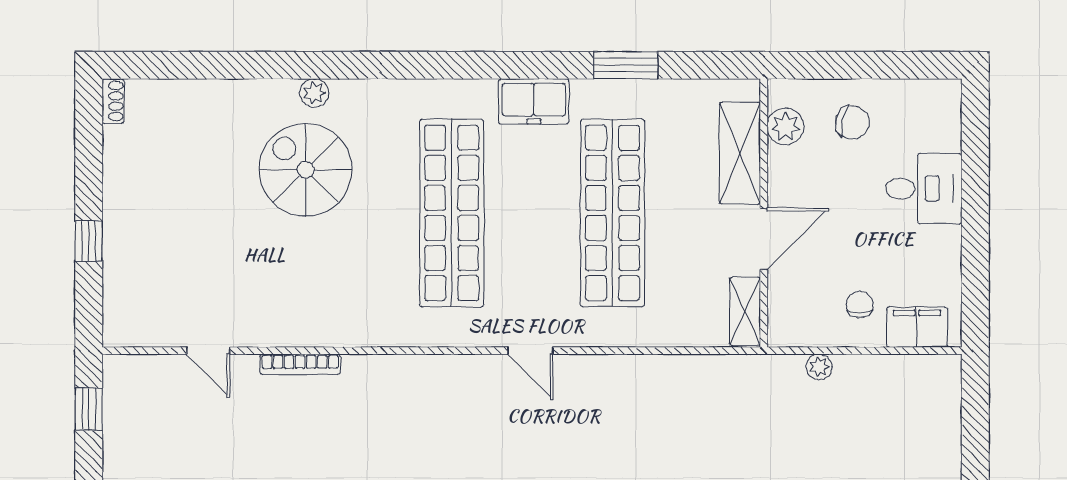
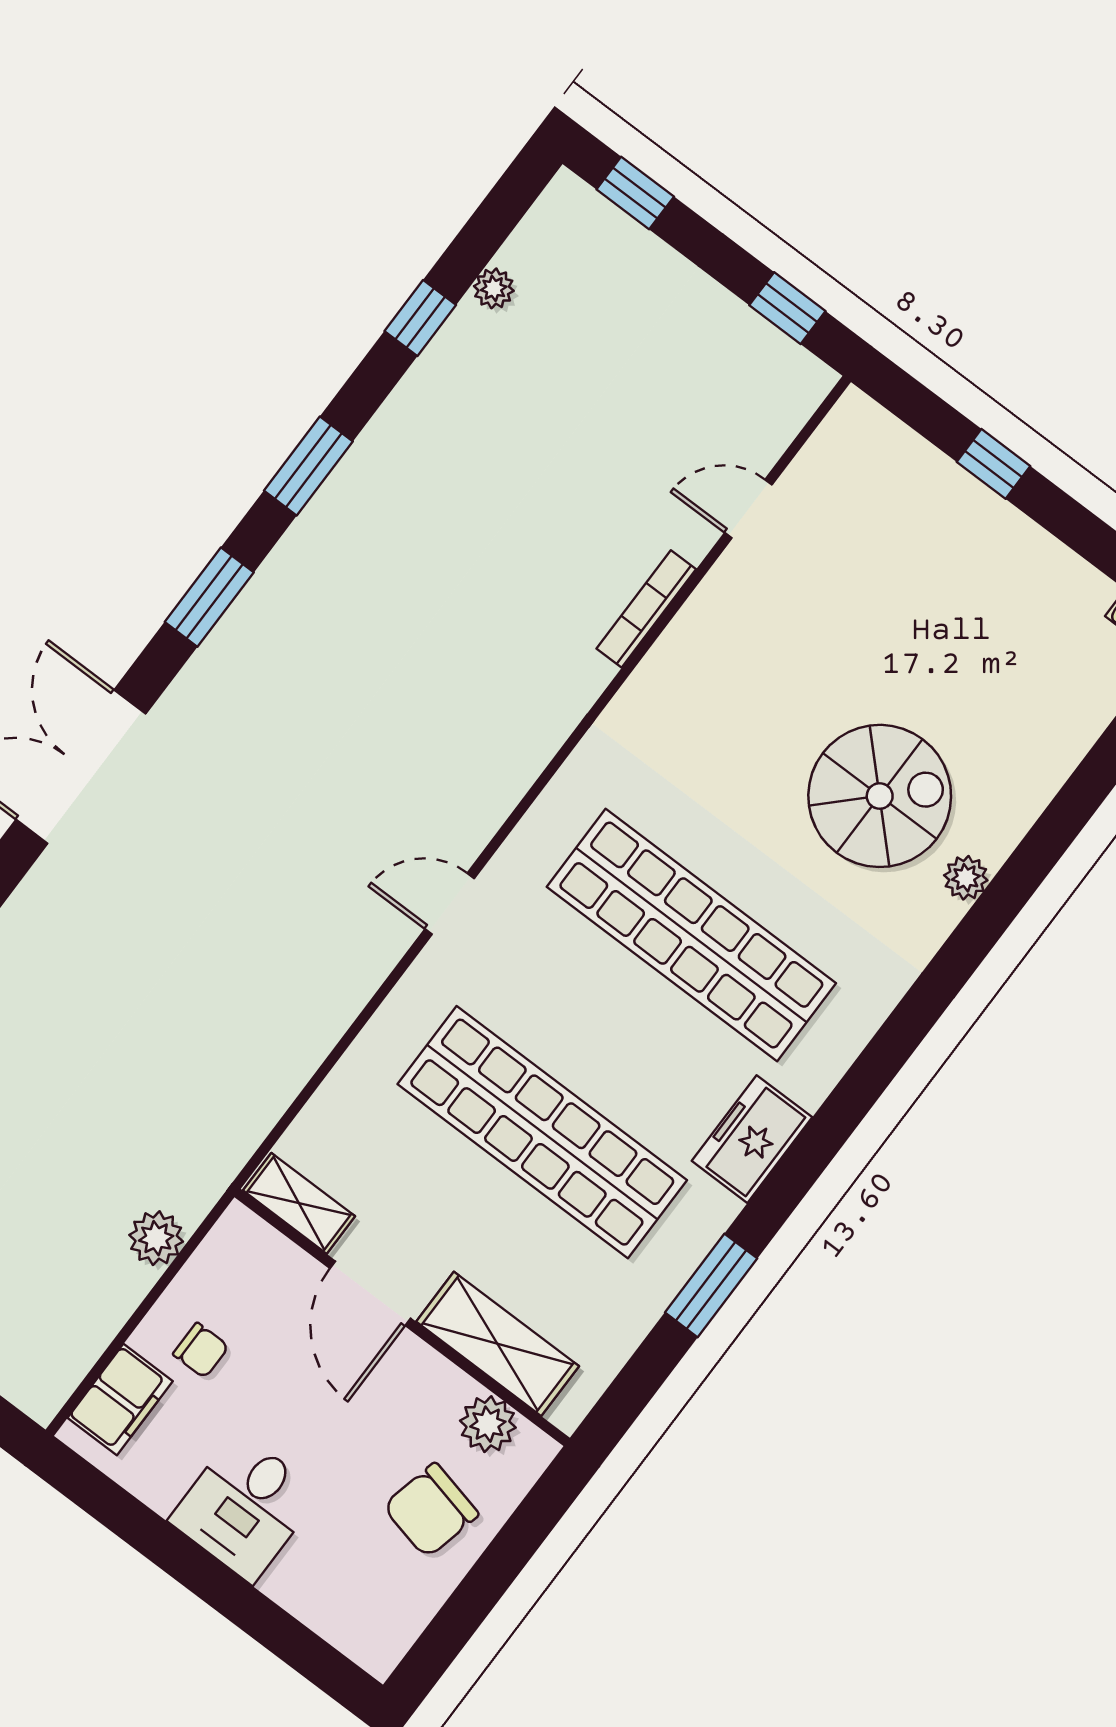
chair: (853, 122) -> (431, 1510), width x1.37, depth x1.37
desk: (924, 189) -> (245, 1507), moved
plant: (819, 367) -> (156, 1238), width x1.38, depth x1.38

